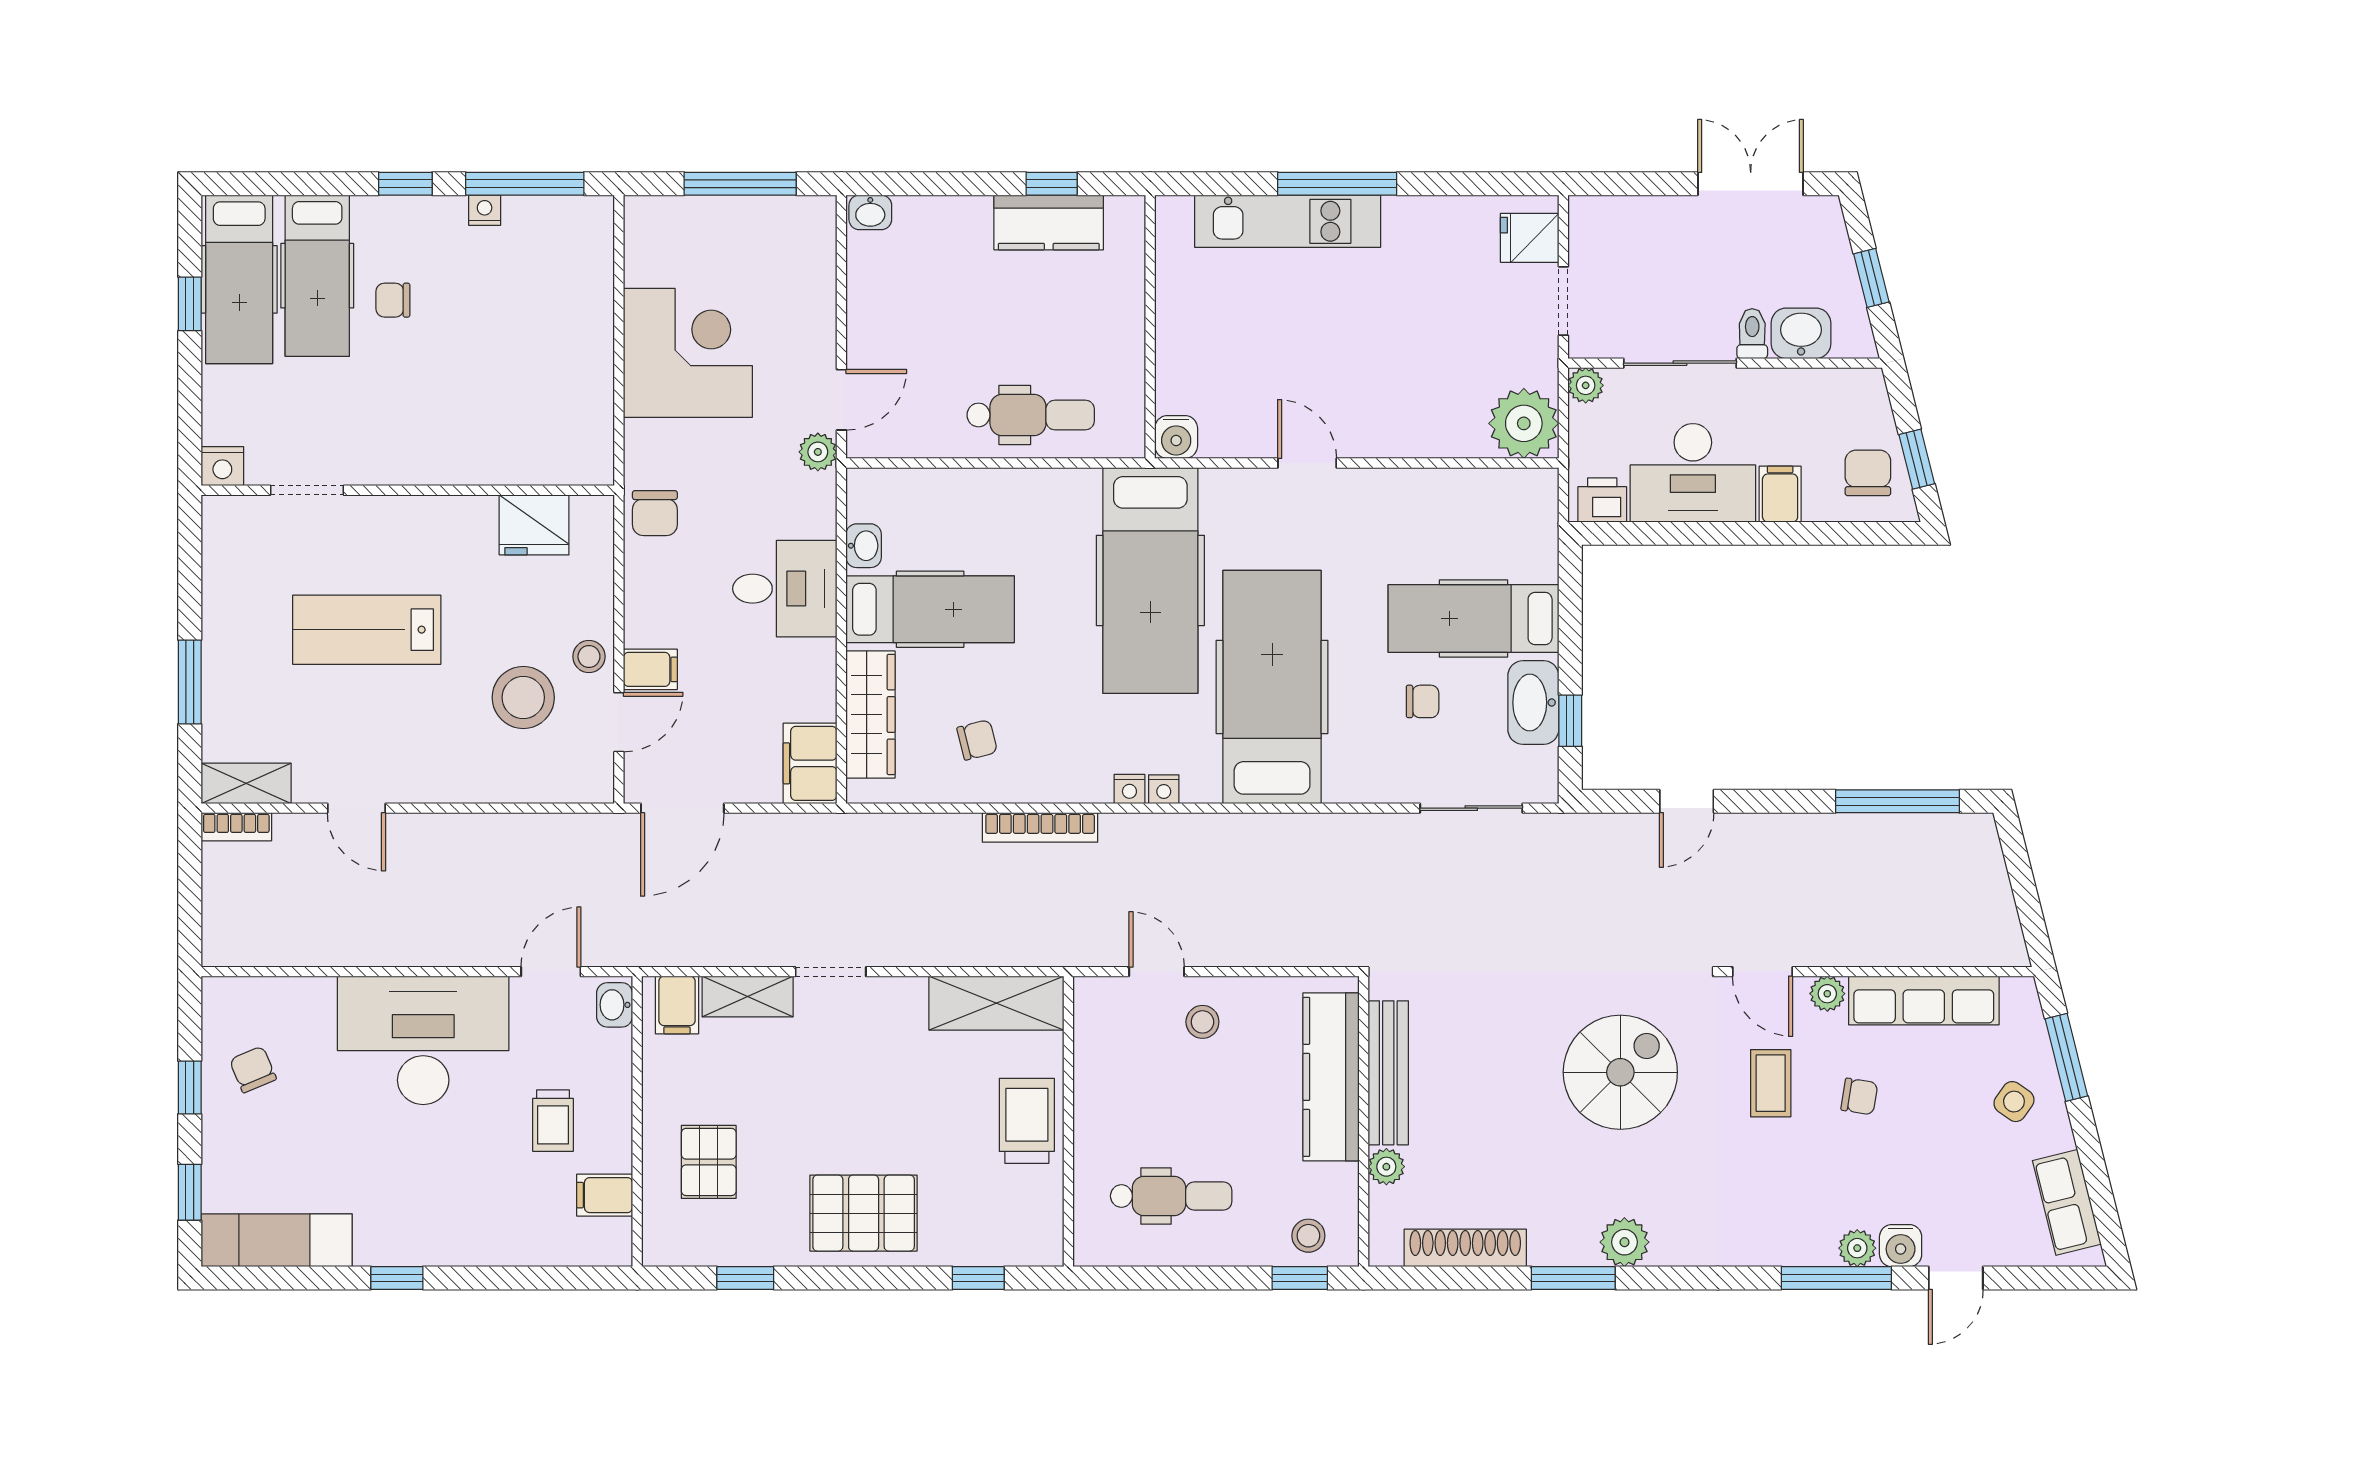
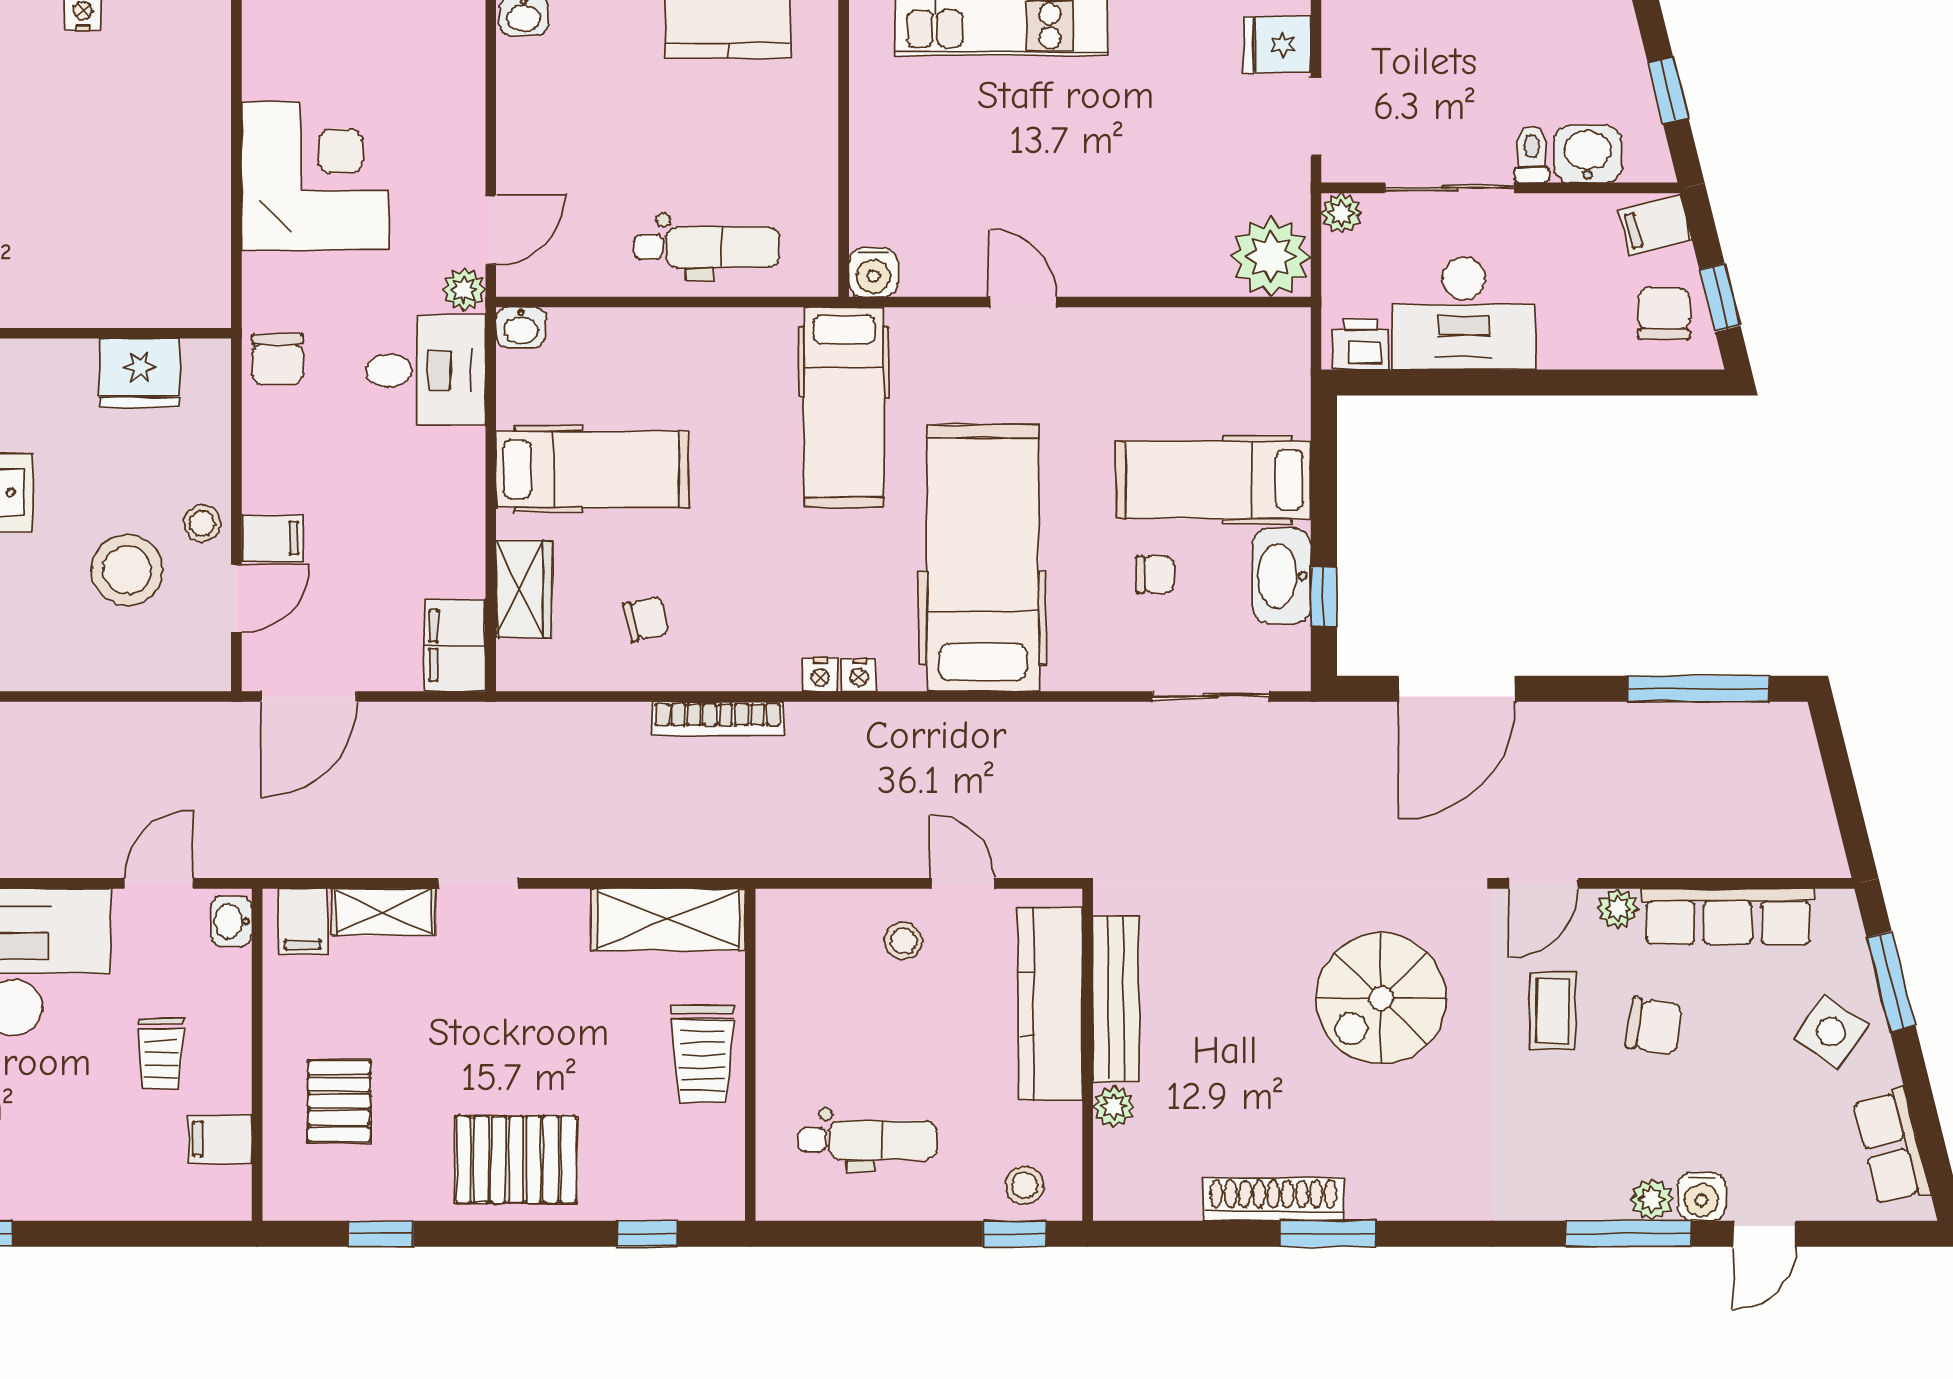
filing cabinet: (1780, 494) -> (1655, 225), moved, turned -104
washbasin: (864, 546) -> (521, 327), moved, turned 90
hospital bed: (1150, 580) -> (844, 407), width x0.73, depth x0.78
desk: (785, 589) -> (426, 370), moved
wardrobe: (870, 714) -> (524, 589), width x0.67
door: (1687, 801) -> (1457, 689), width x1.88
door: (1157, 972) -> (963, 883), moved
door: (1762, 972) -> (1544, 883), hinge flipped
spiral stairs: (1620, 1072) -> (1381, 998), turned 180
chair: (1859, 1096) -> (1654, 1026), width x1.37, depth x1.37
side table: (2014, 1102) -> (1831, 1032), width x1.37, depth x1.37
trolley: (1027, 1121) -> (703, 1054), turned 180
plant: (1624, 1242) -> (1386, 1193), removed
shoe rack: (1465, 1248) -> (1273, 1199), moved

